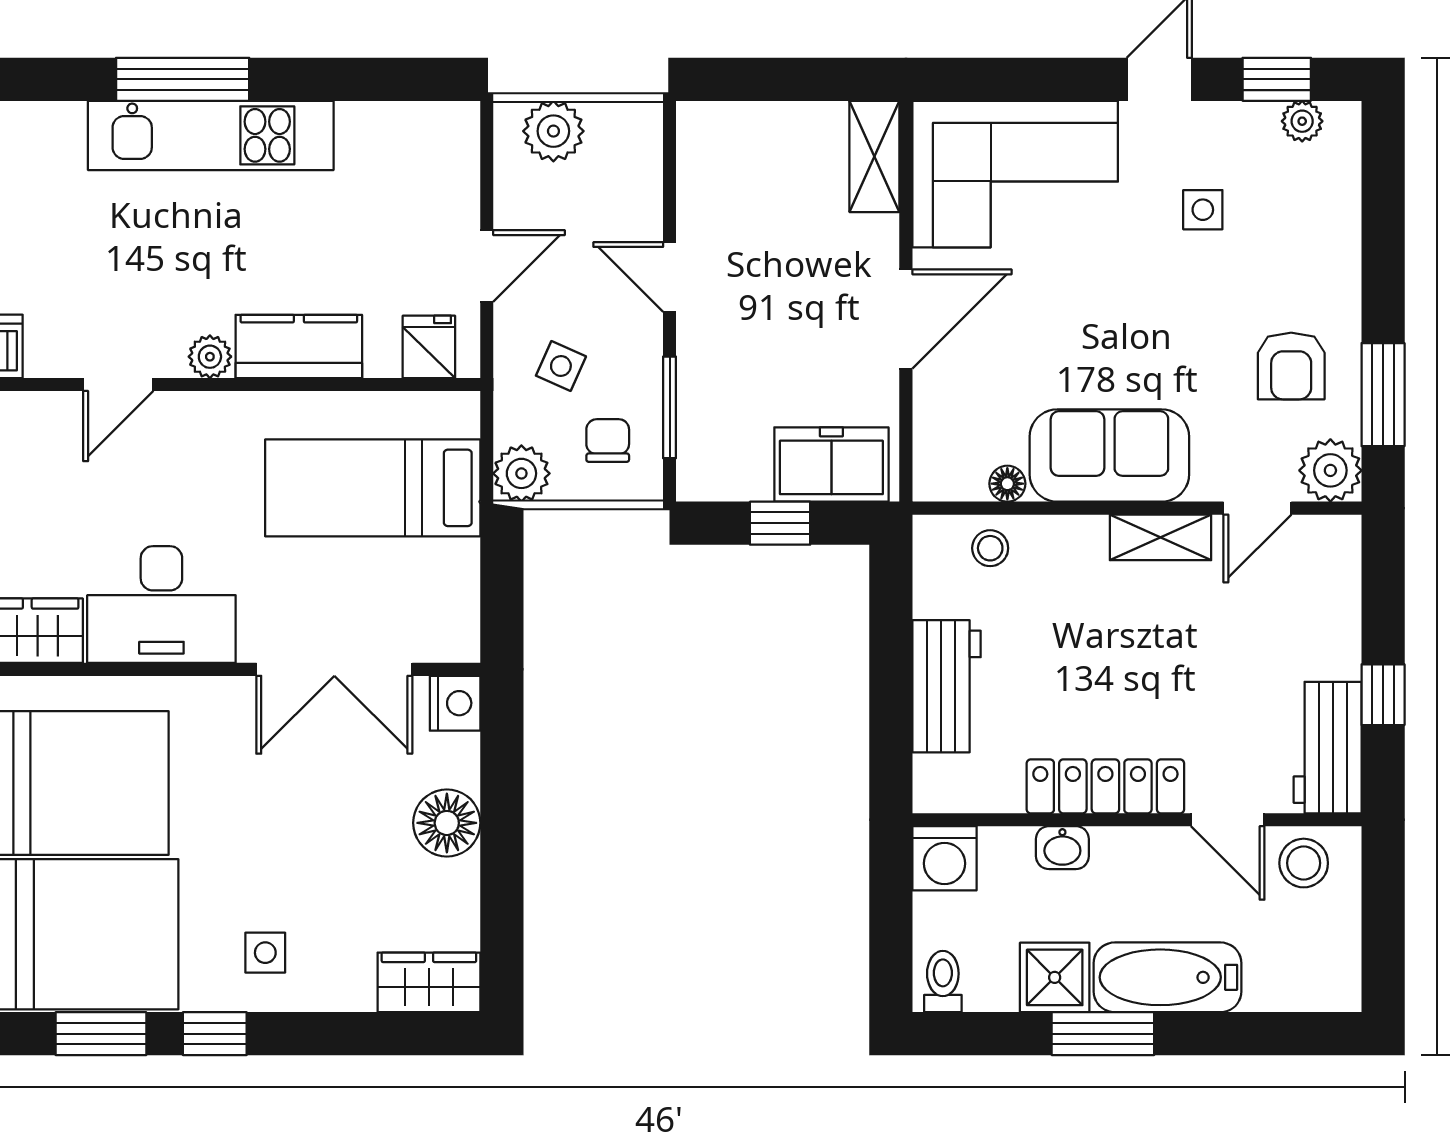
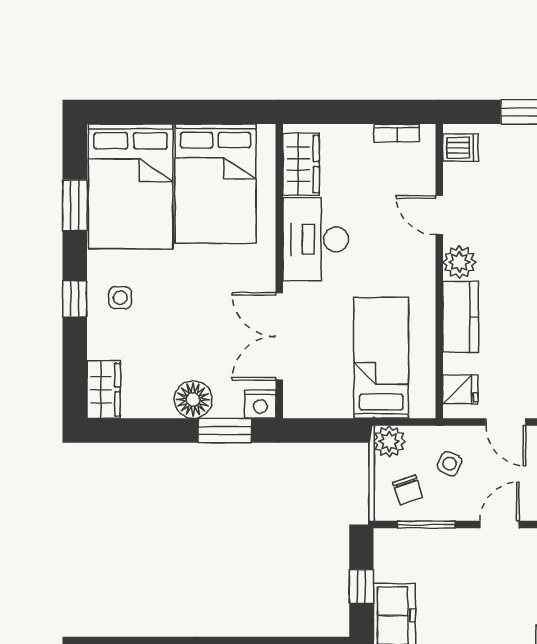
plant: (210, 357) -> (459, 262), width x1.38, depth x1.38
chair: (608, 441) -> (408, 490), turned 71
window: (502, 766) -> (225, 430), added
window: (215, 1034) -> (75, 299), moved

